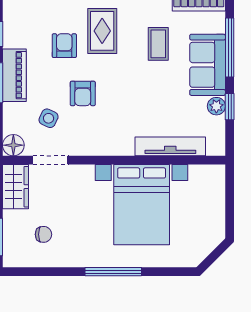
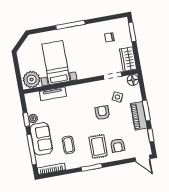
armchair: (64, 46) -> (118, 145), moved
tv unit: (170, 146) -> (53, 94), width x0.71
plant: (206, 181) -> (32, 79), added
bed with nightstands: (142, 205) -> (56, 63), width x0.73

